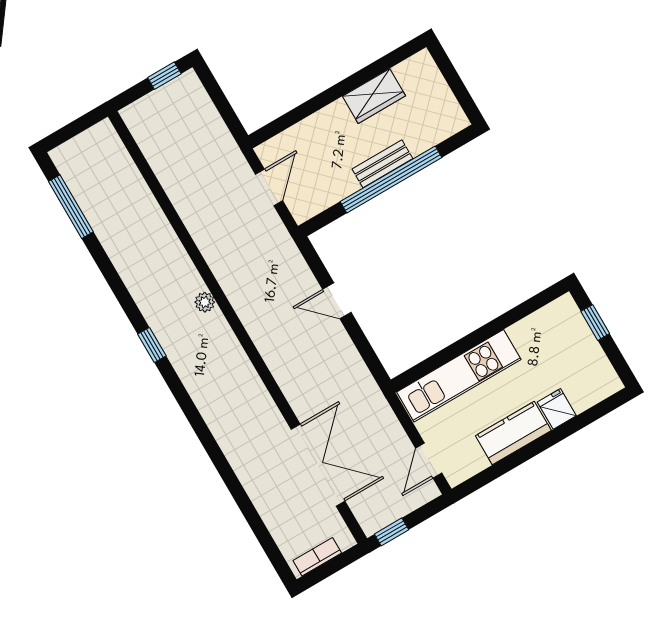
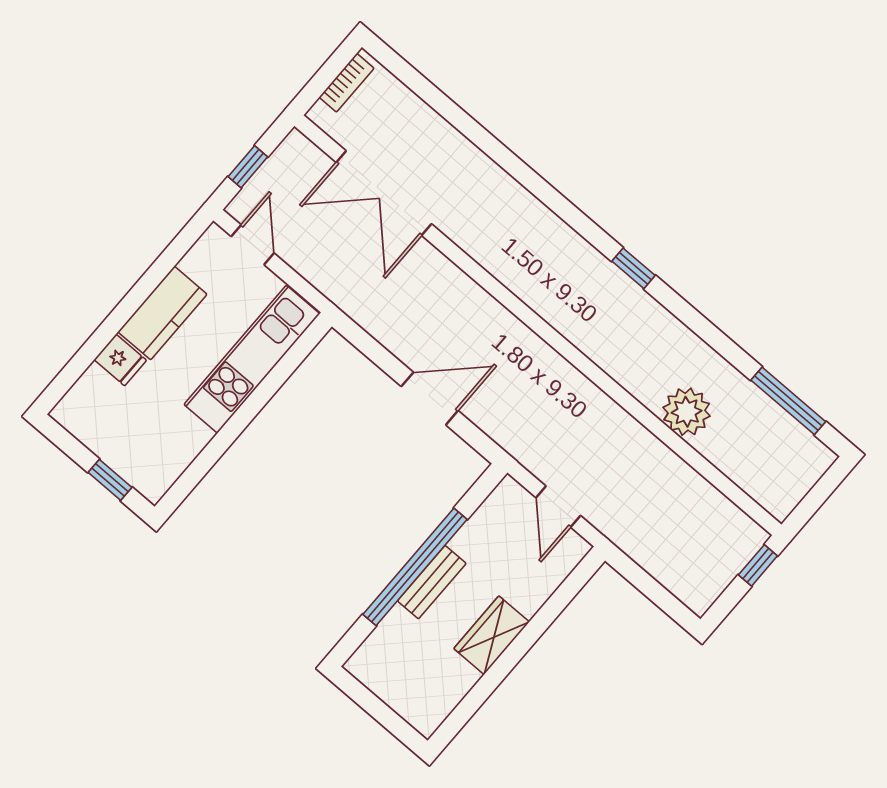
window: (164, 76) -> (758, 565), moved
wardrobe: (374, 96) -> (492, 635), moved
door: (337, 301) -> (430, 399), width x1.38
plant: (205, 302) -> (687, 412), moved, width x1.88, depth x1.88
window: (392, 532) -> (248, 167), moved

